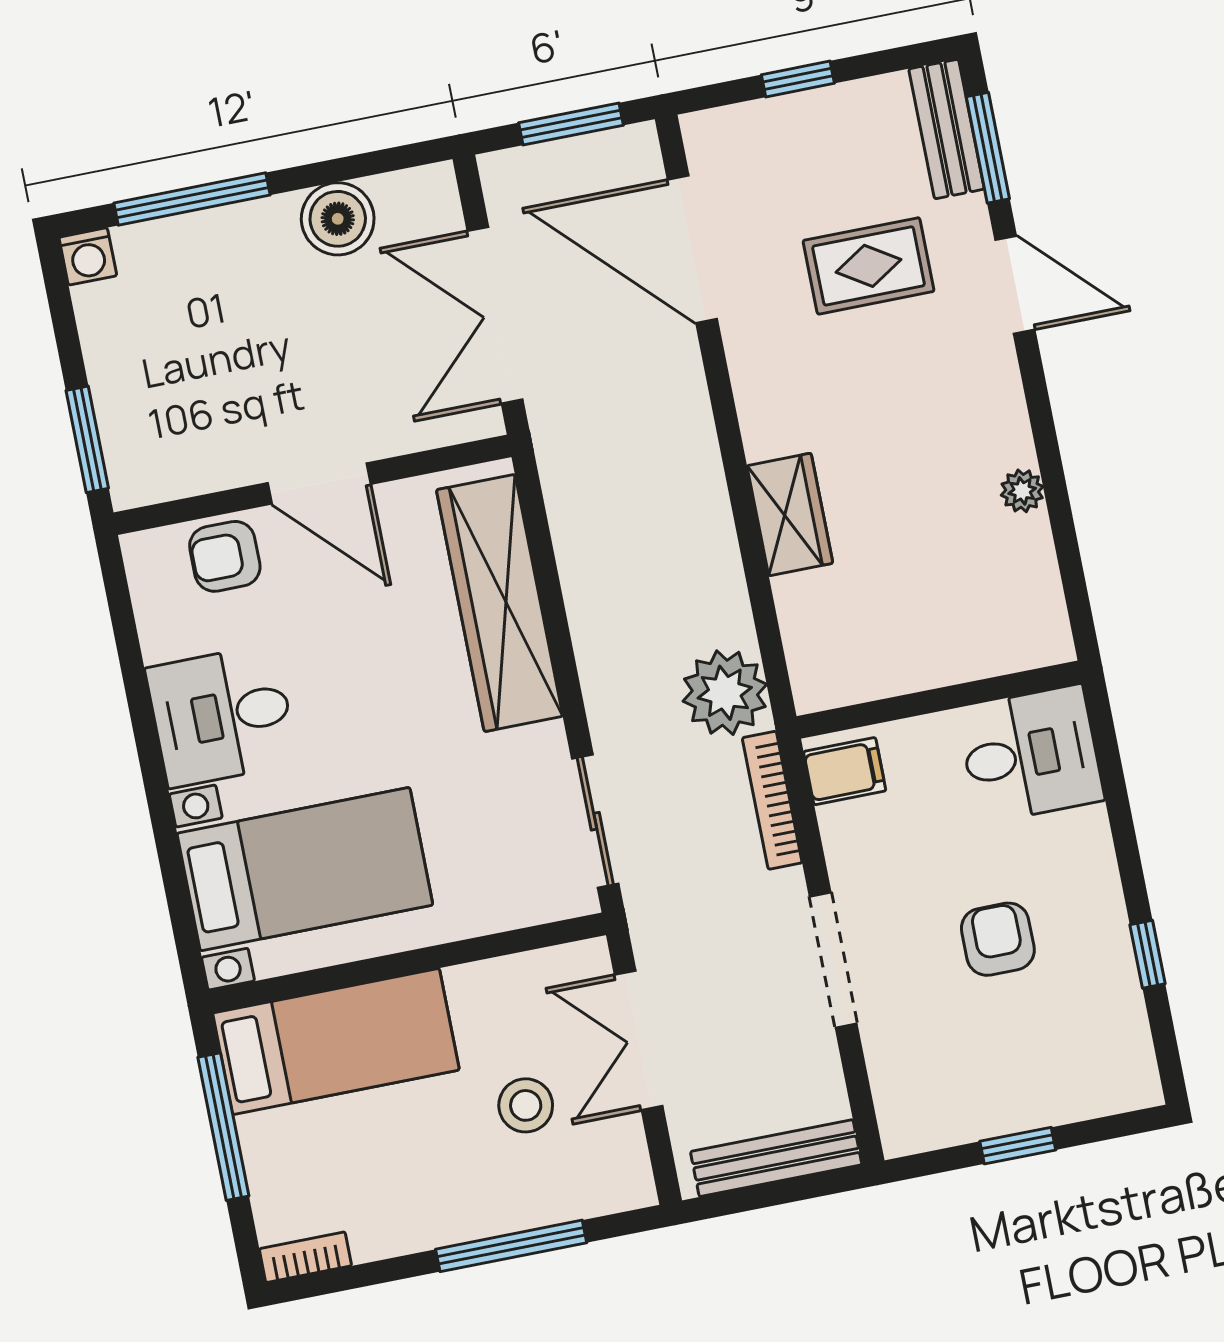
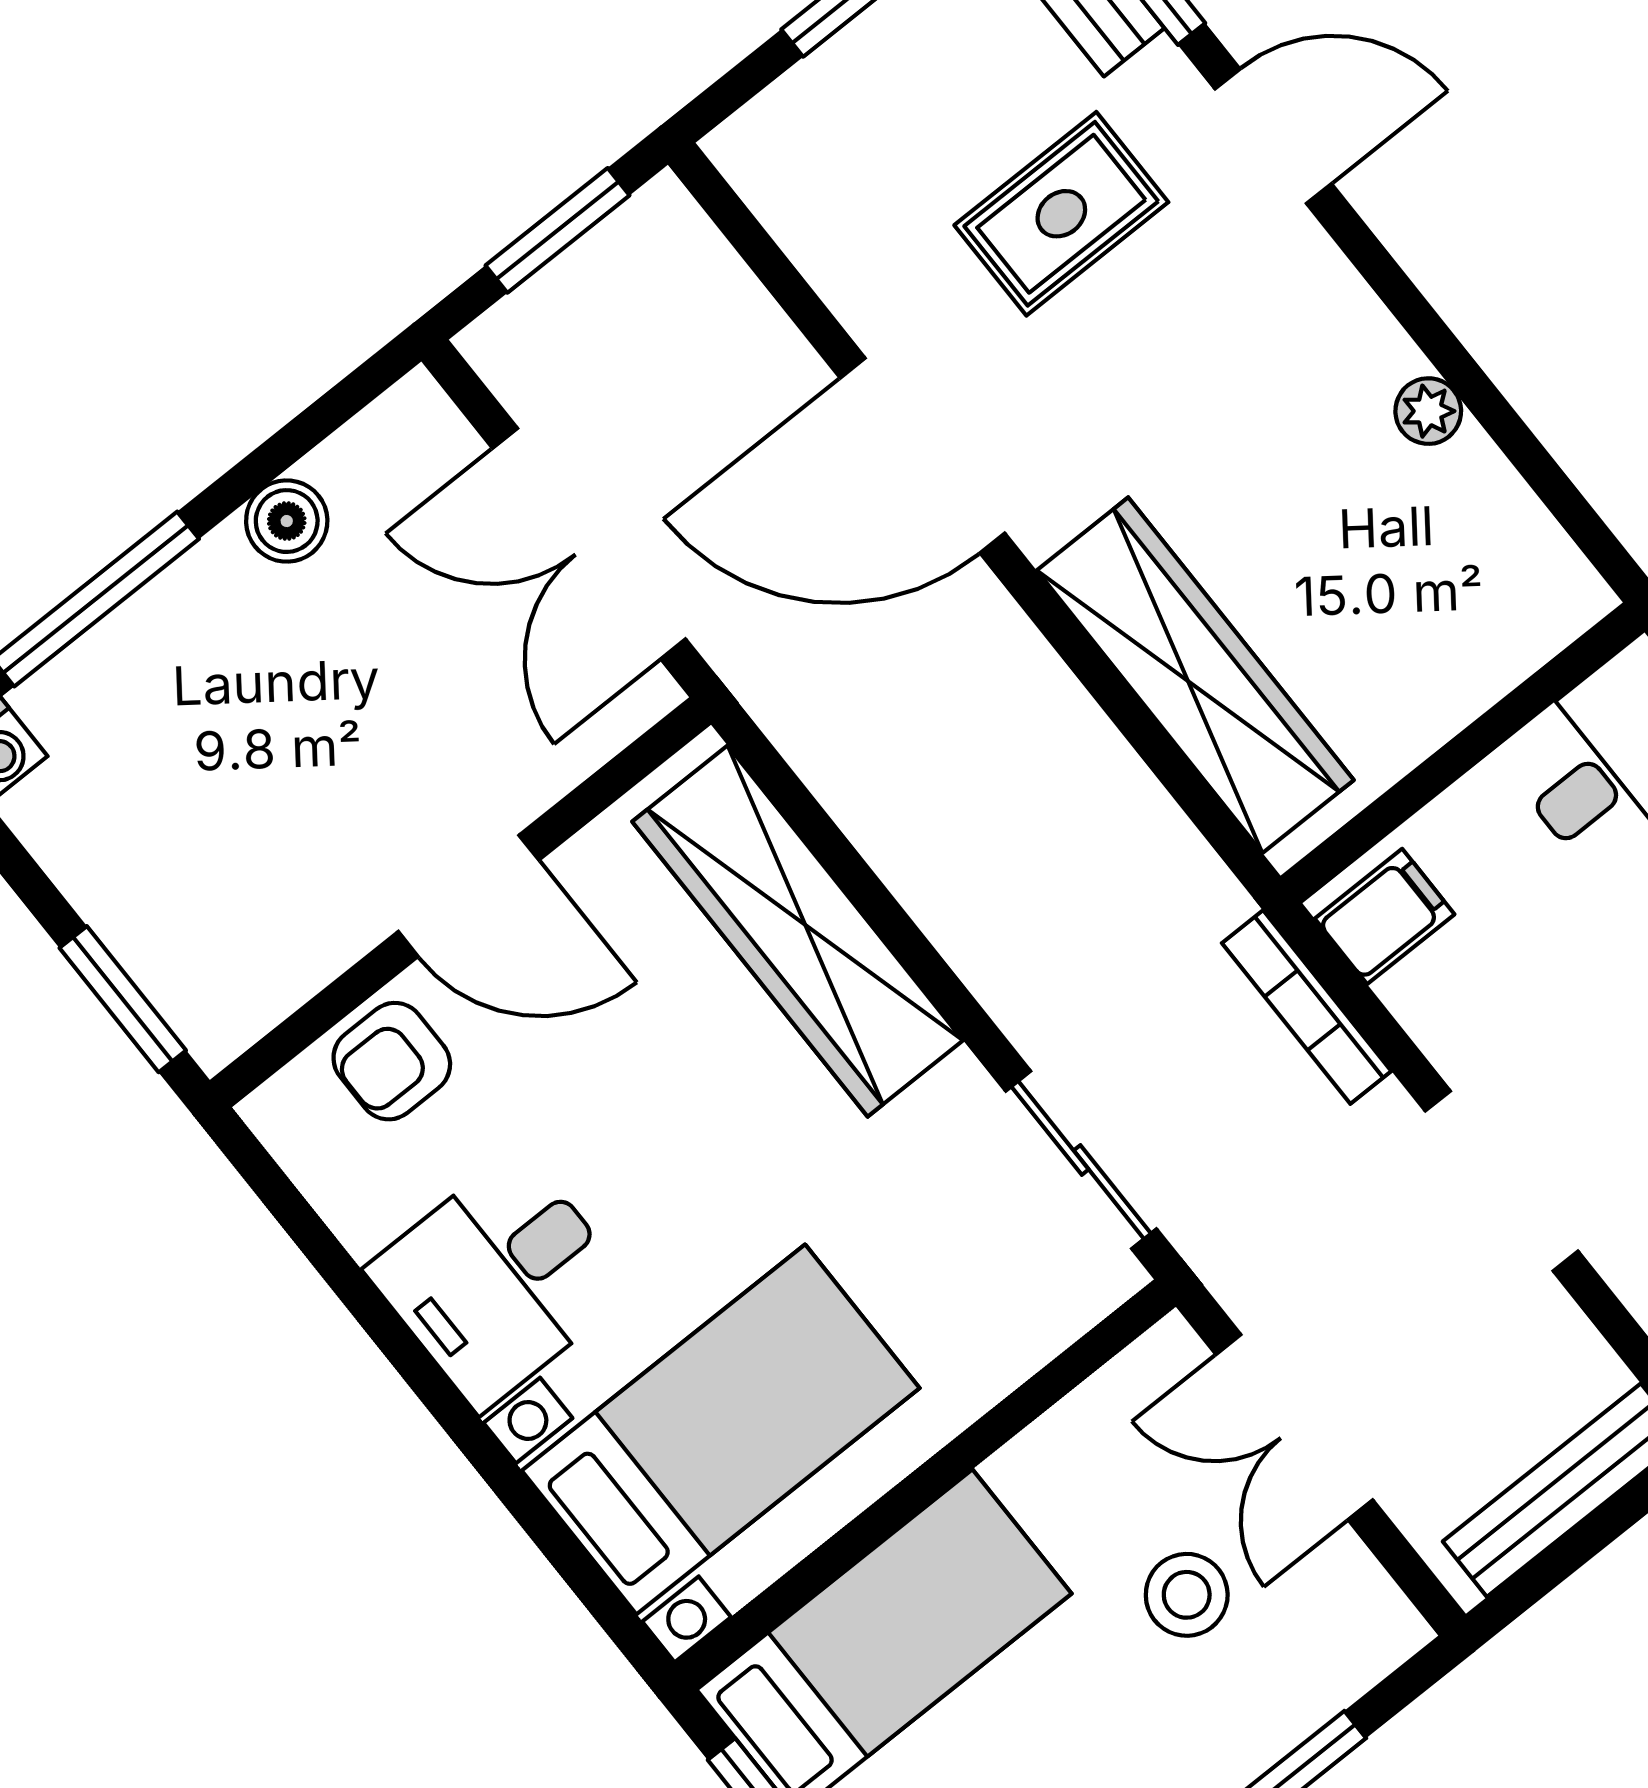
boiler: (338, 219) -> (287, 521), width x0.73, depth x0.73
door: (692, 249) -> (923, 456), moved
wardrobe: (790, 514) -> (1195, 675), width x2.10, depth x1.17
plant: (725, 693) -> (1167, 894), removed

